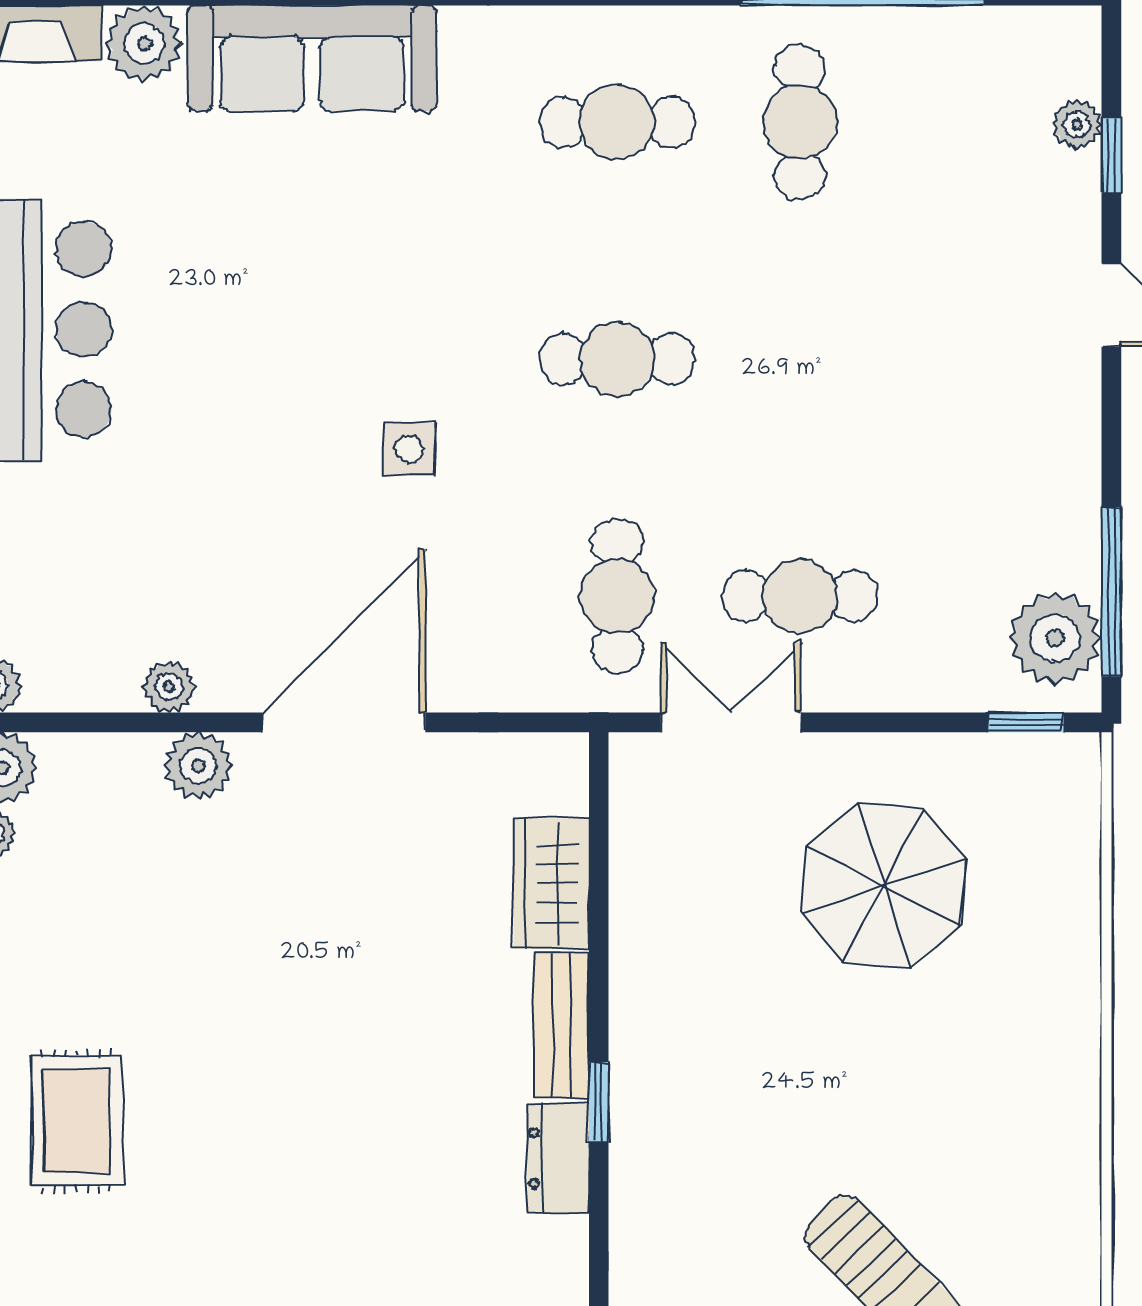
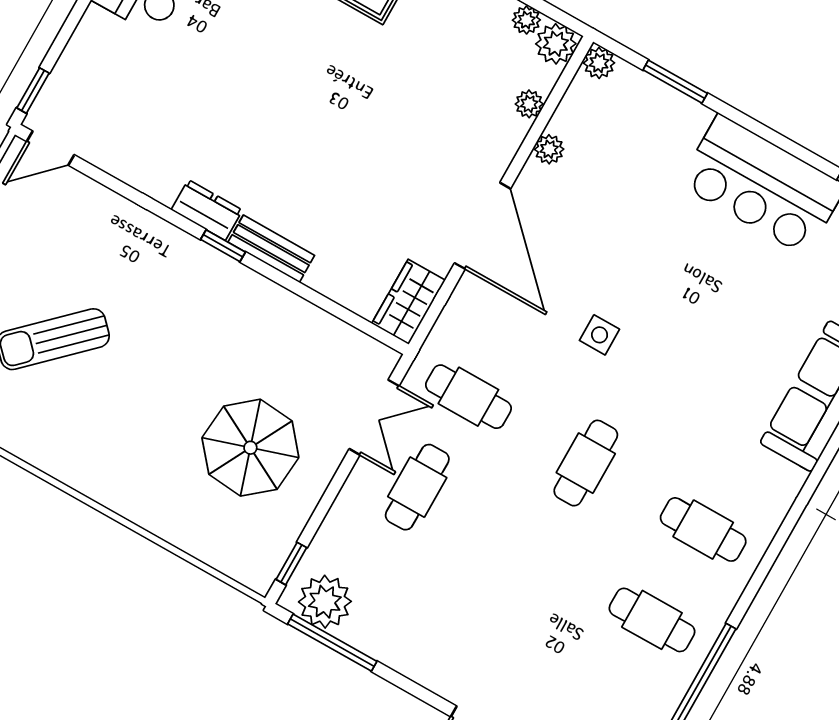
cafe table: (617, 122) -> (703, 529), turned 90
plant: (198, 766) -> (529, 104), moved, width x0.73, depth x0.73
wardrobe: (551, 883) -> (408, 302), moved, turned -90

